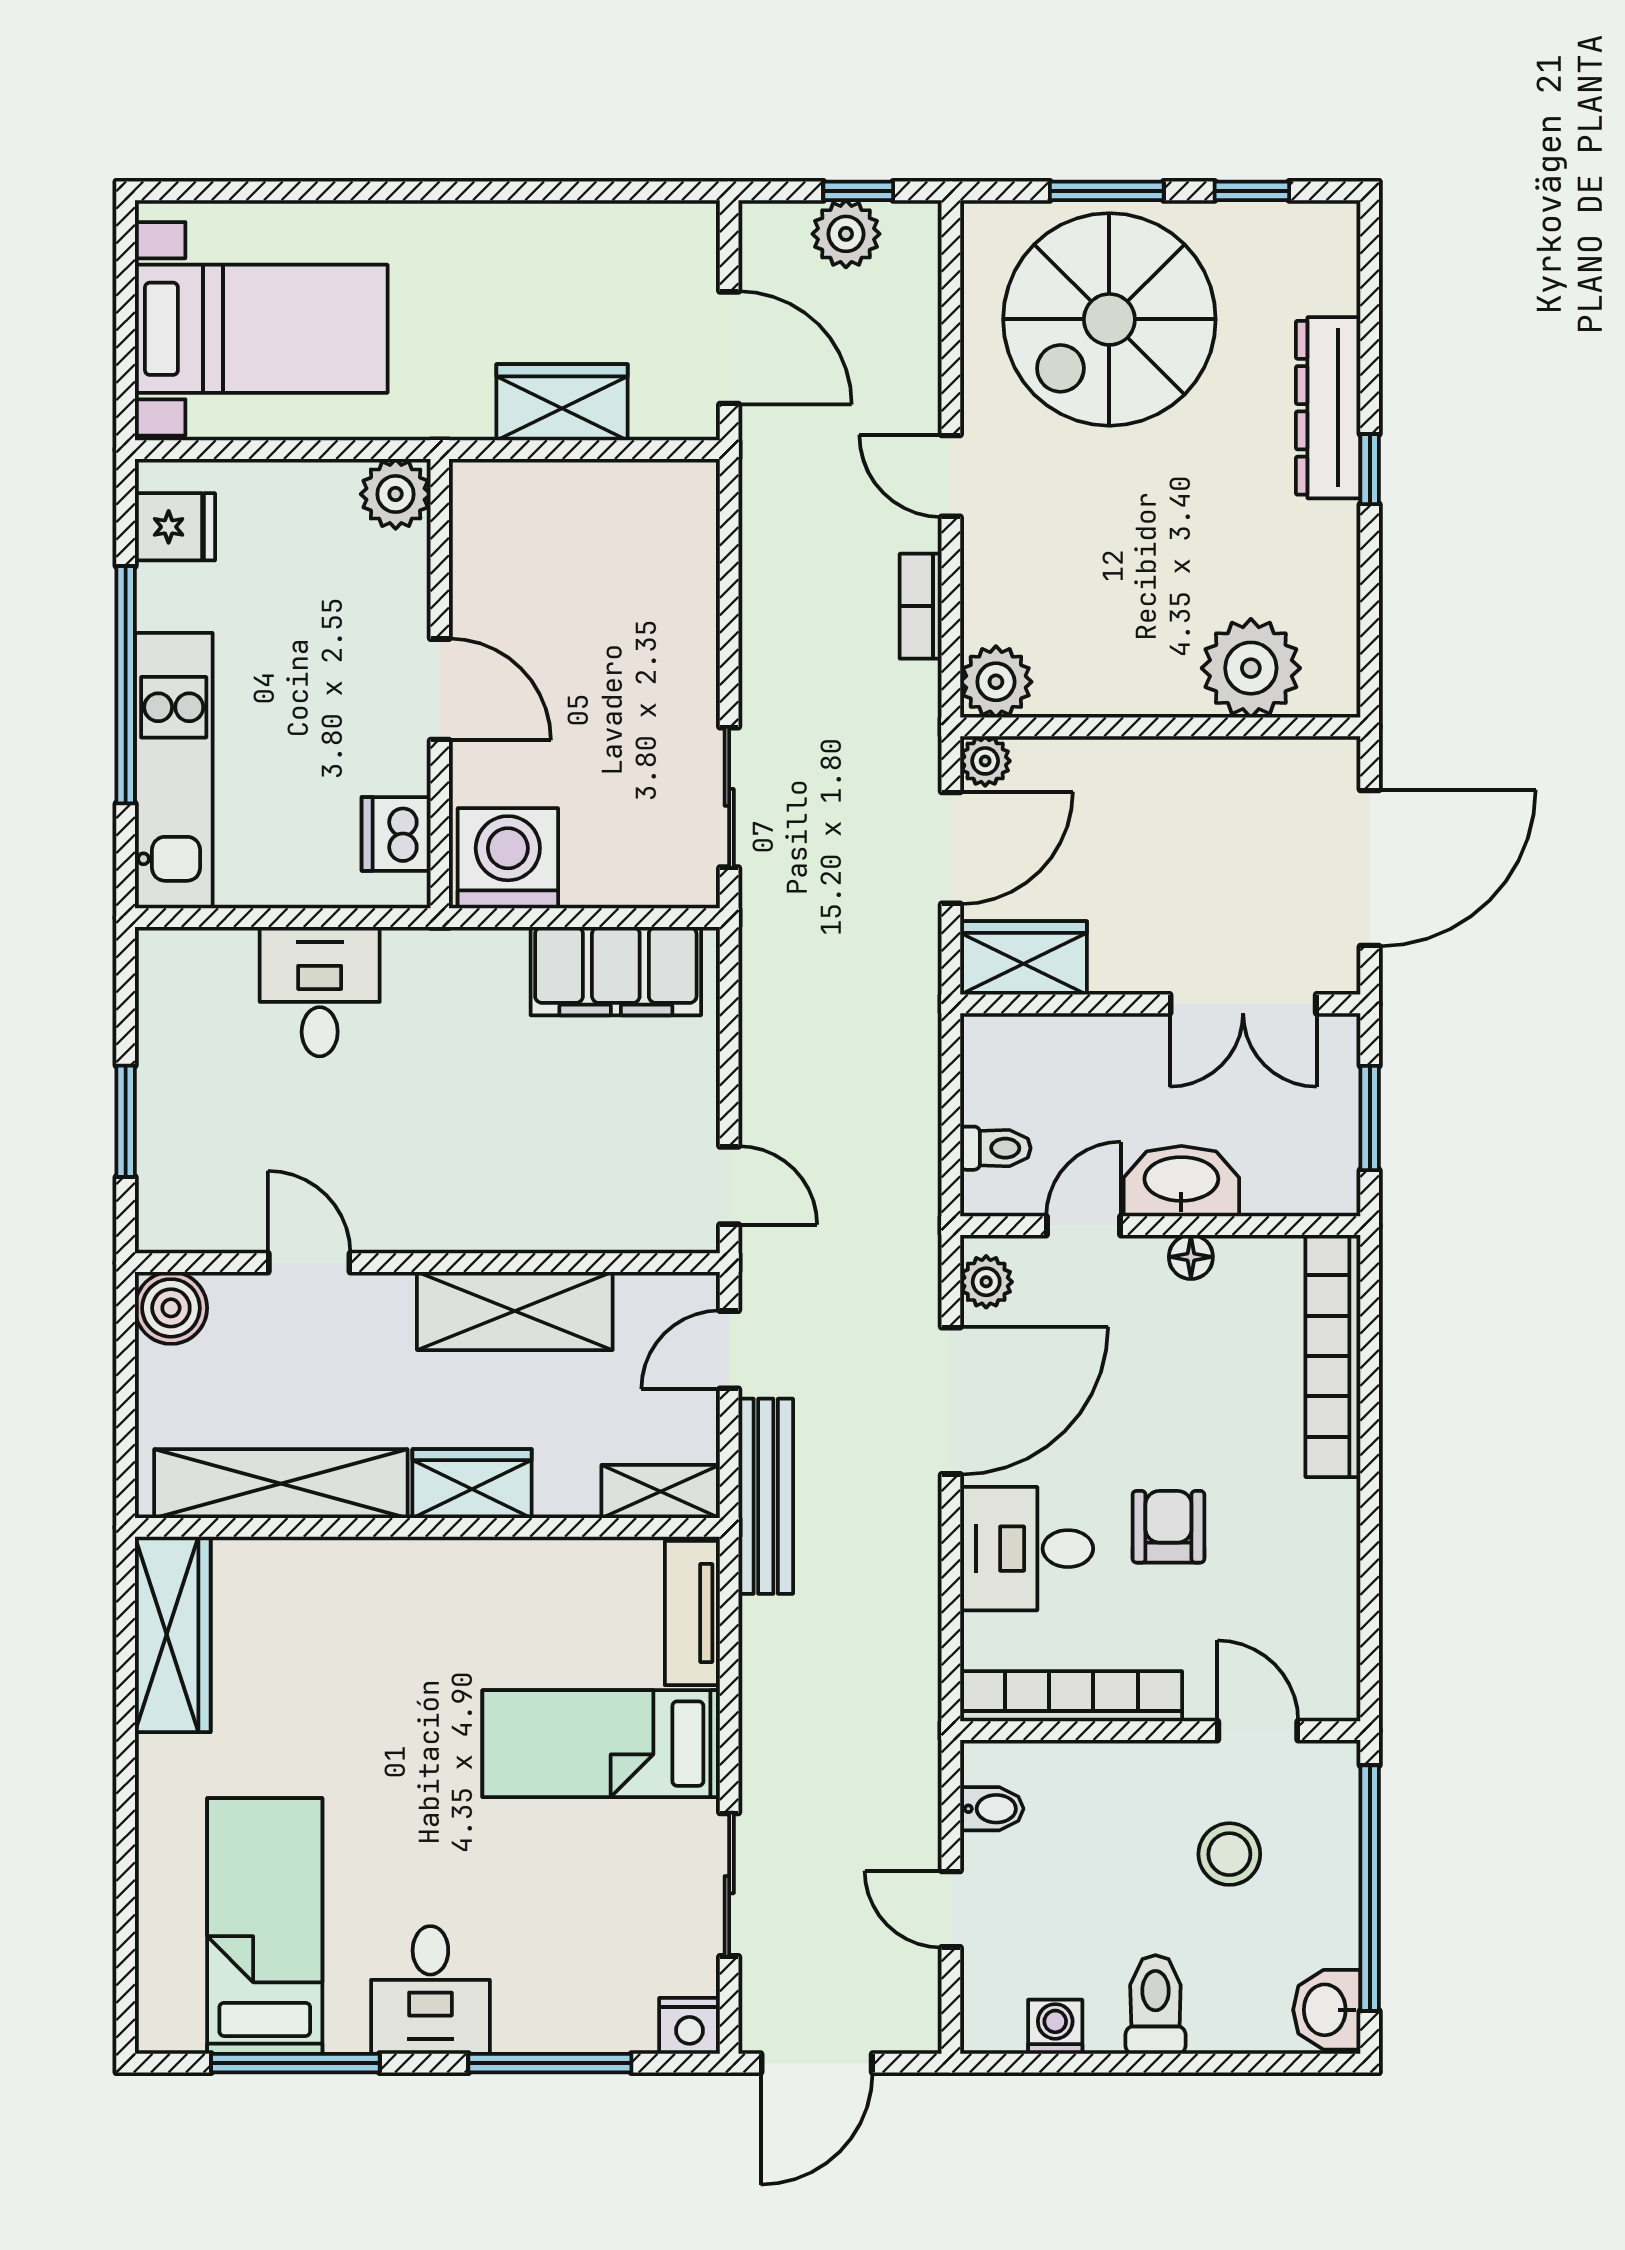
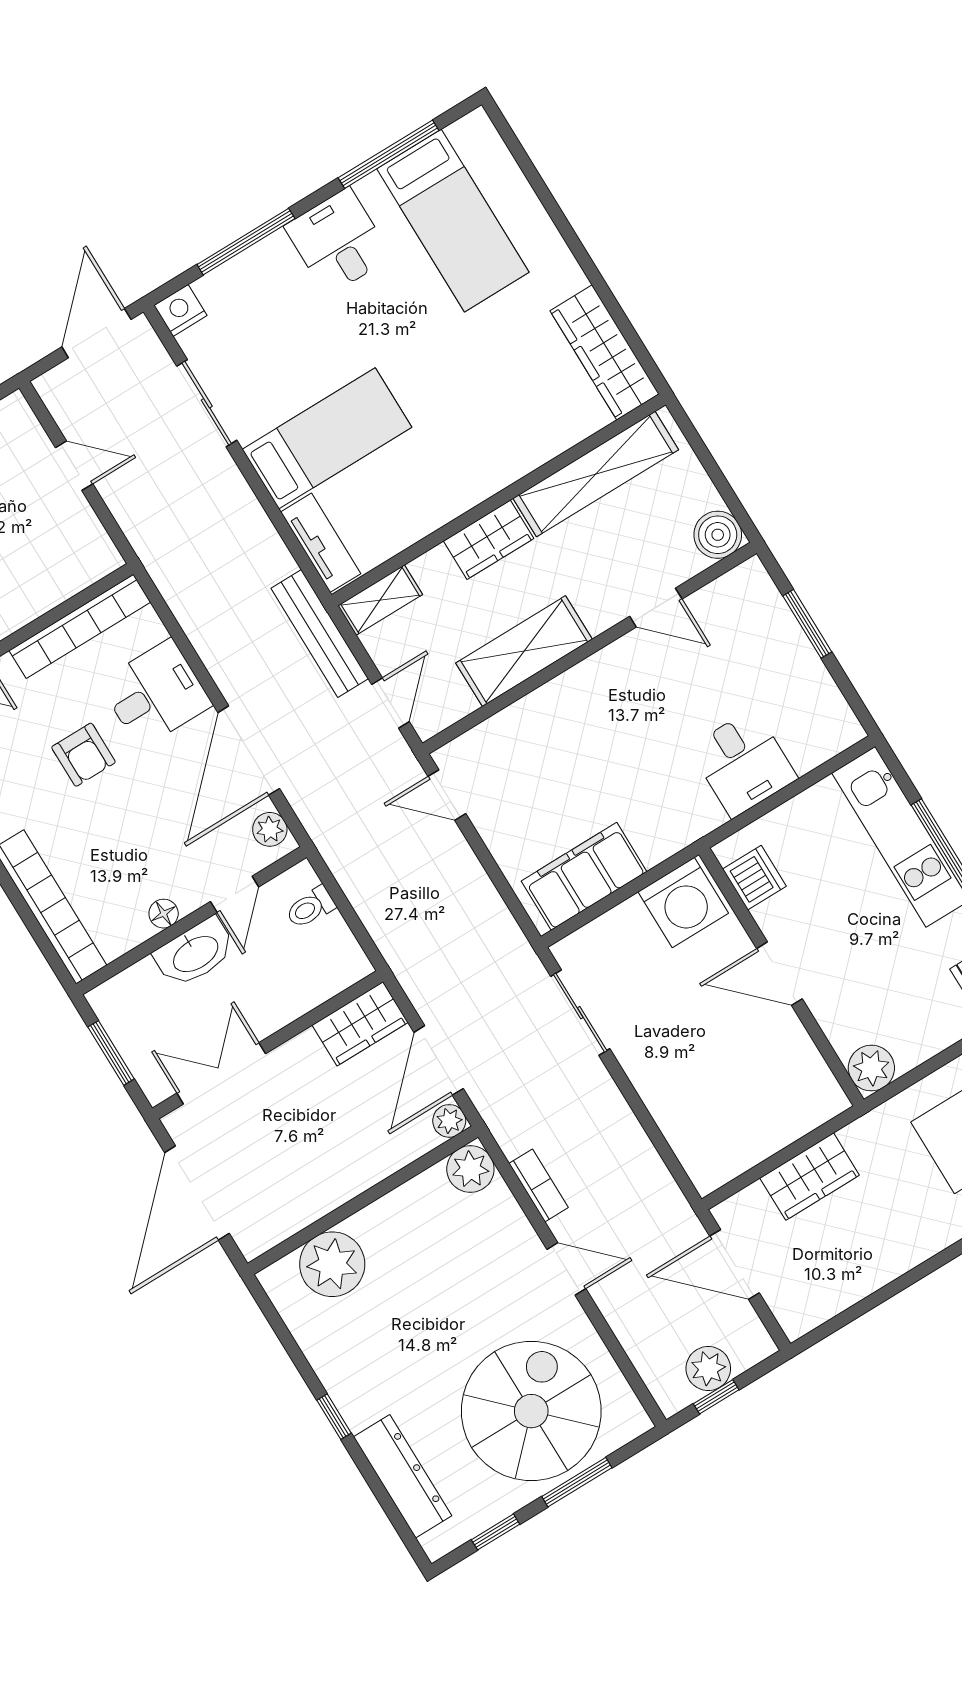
dresser: (1328, 408) -> (403, 1476), moved
bidet: (992, 1809) -> (86, 536), removed

